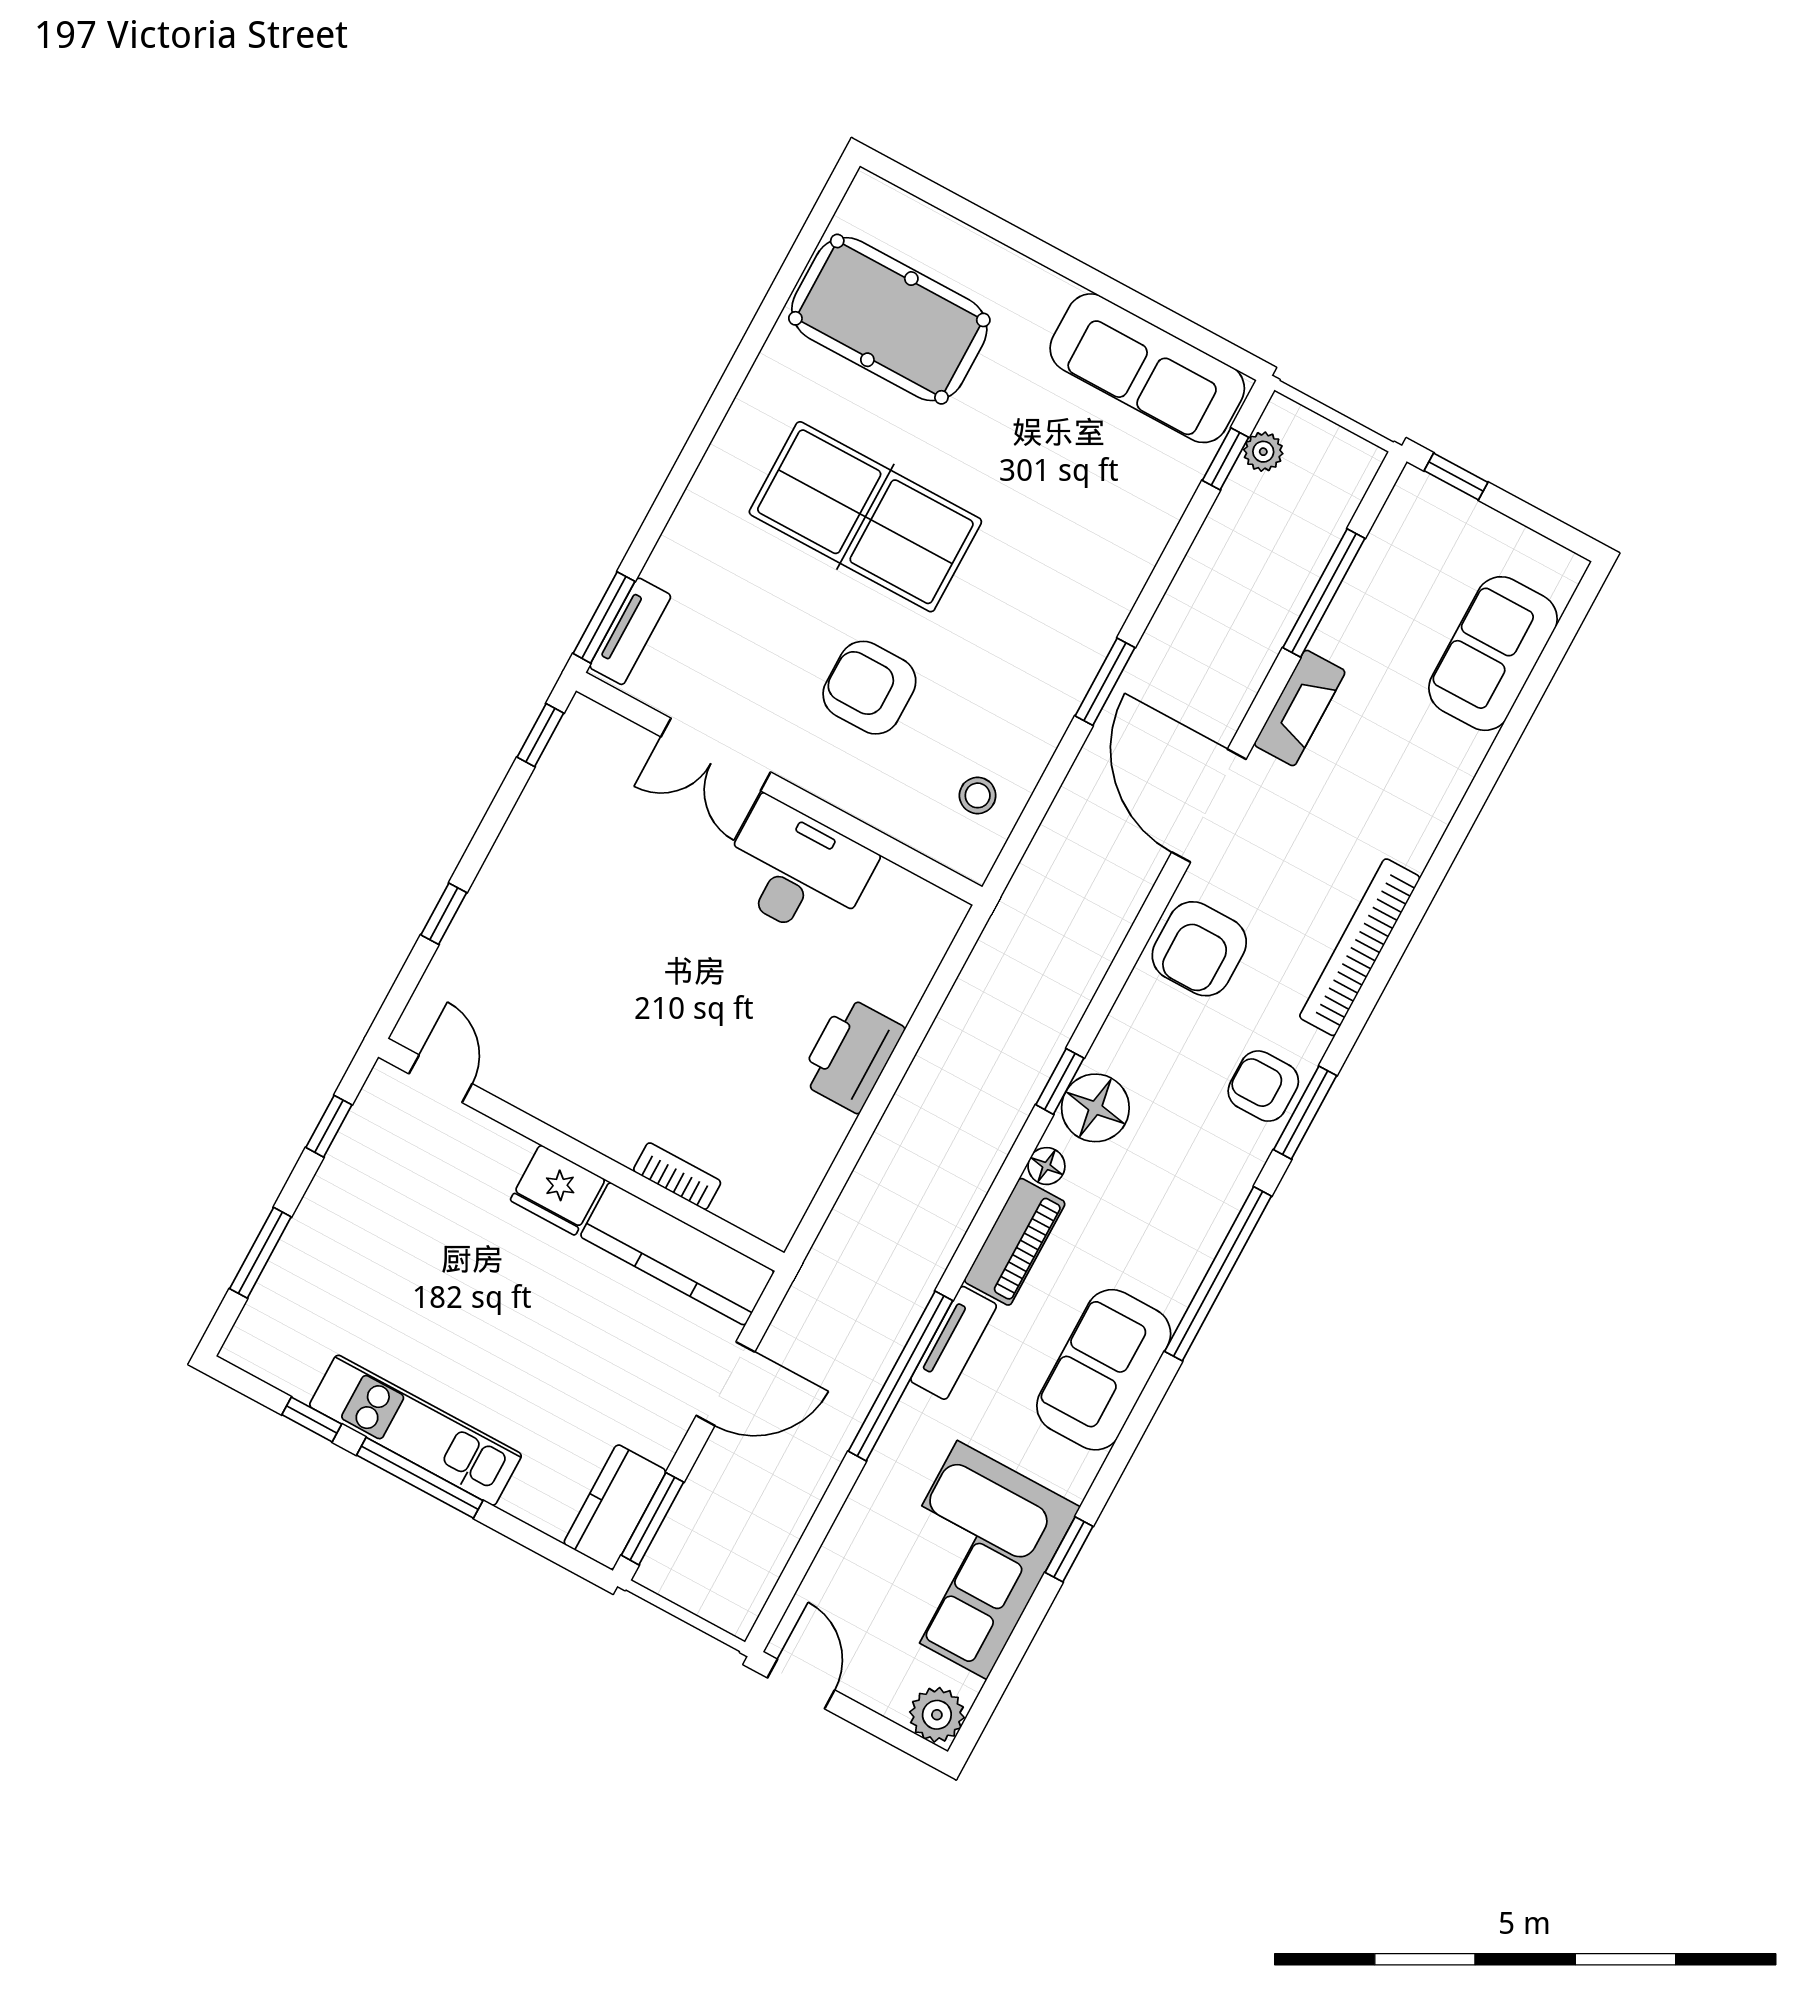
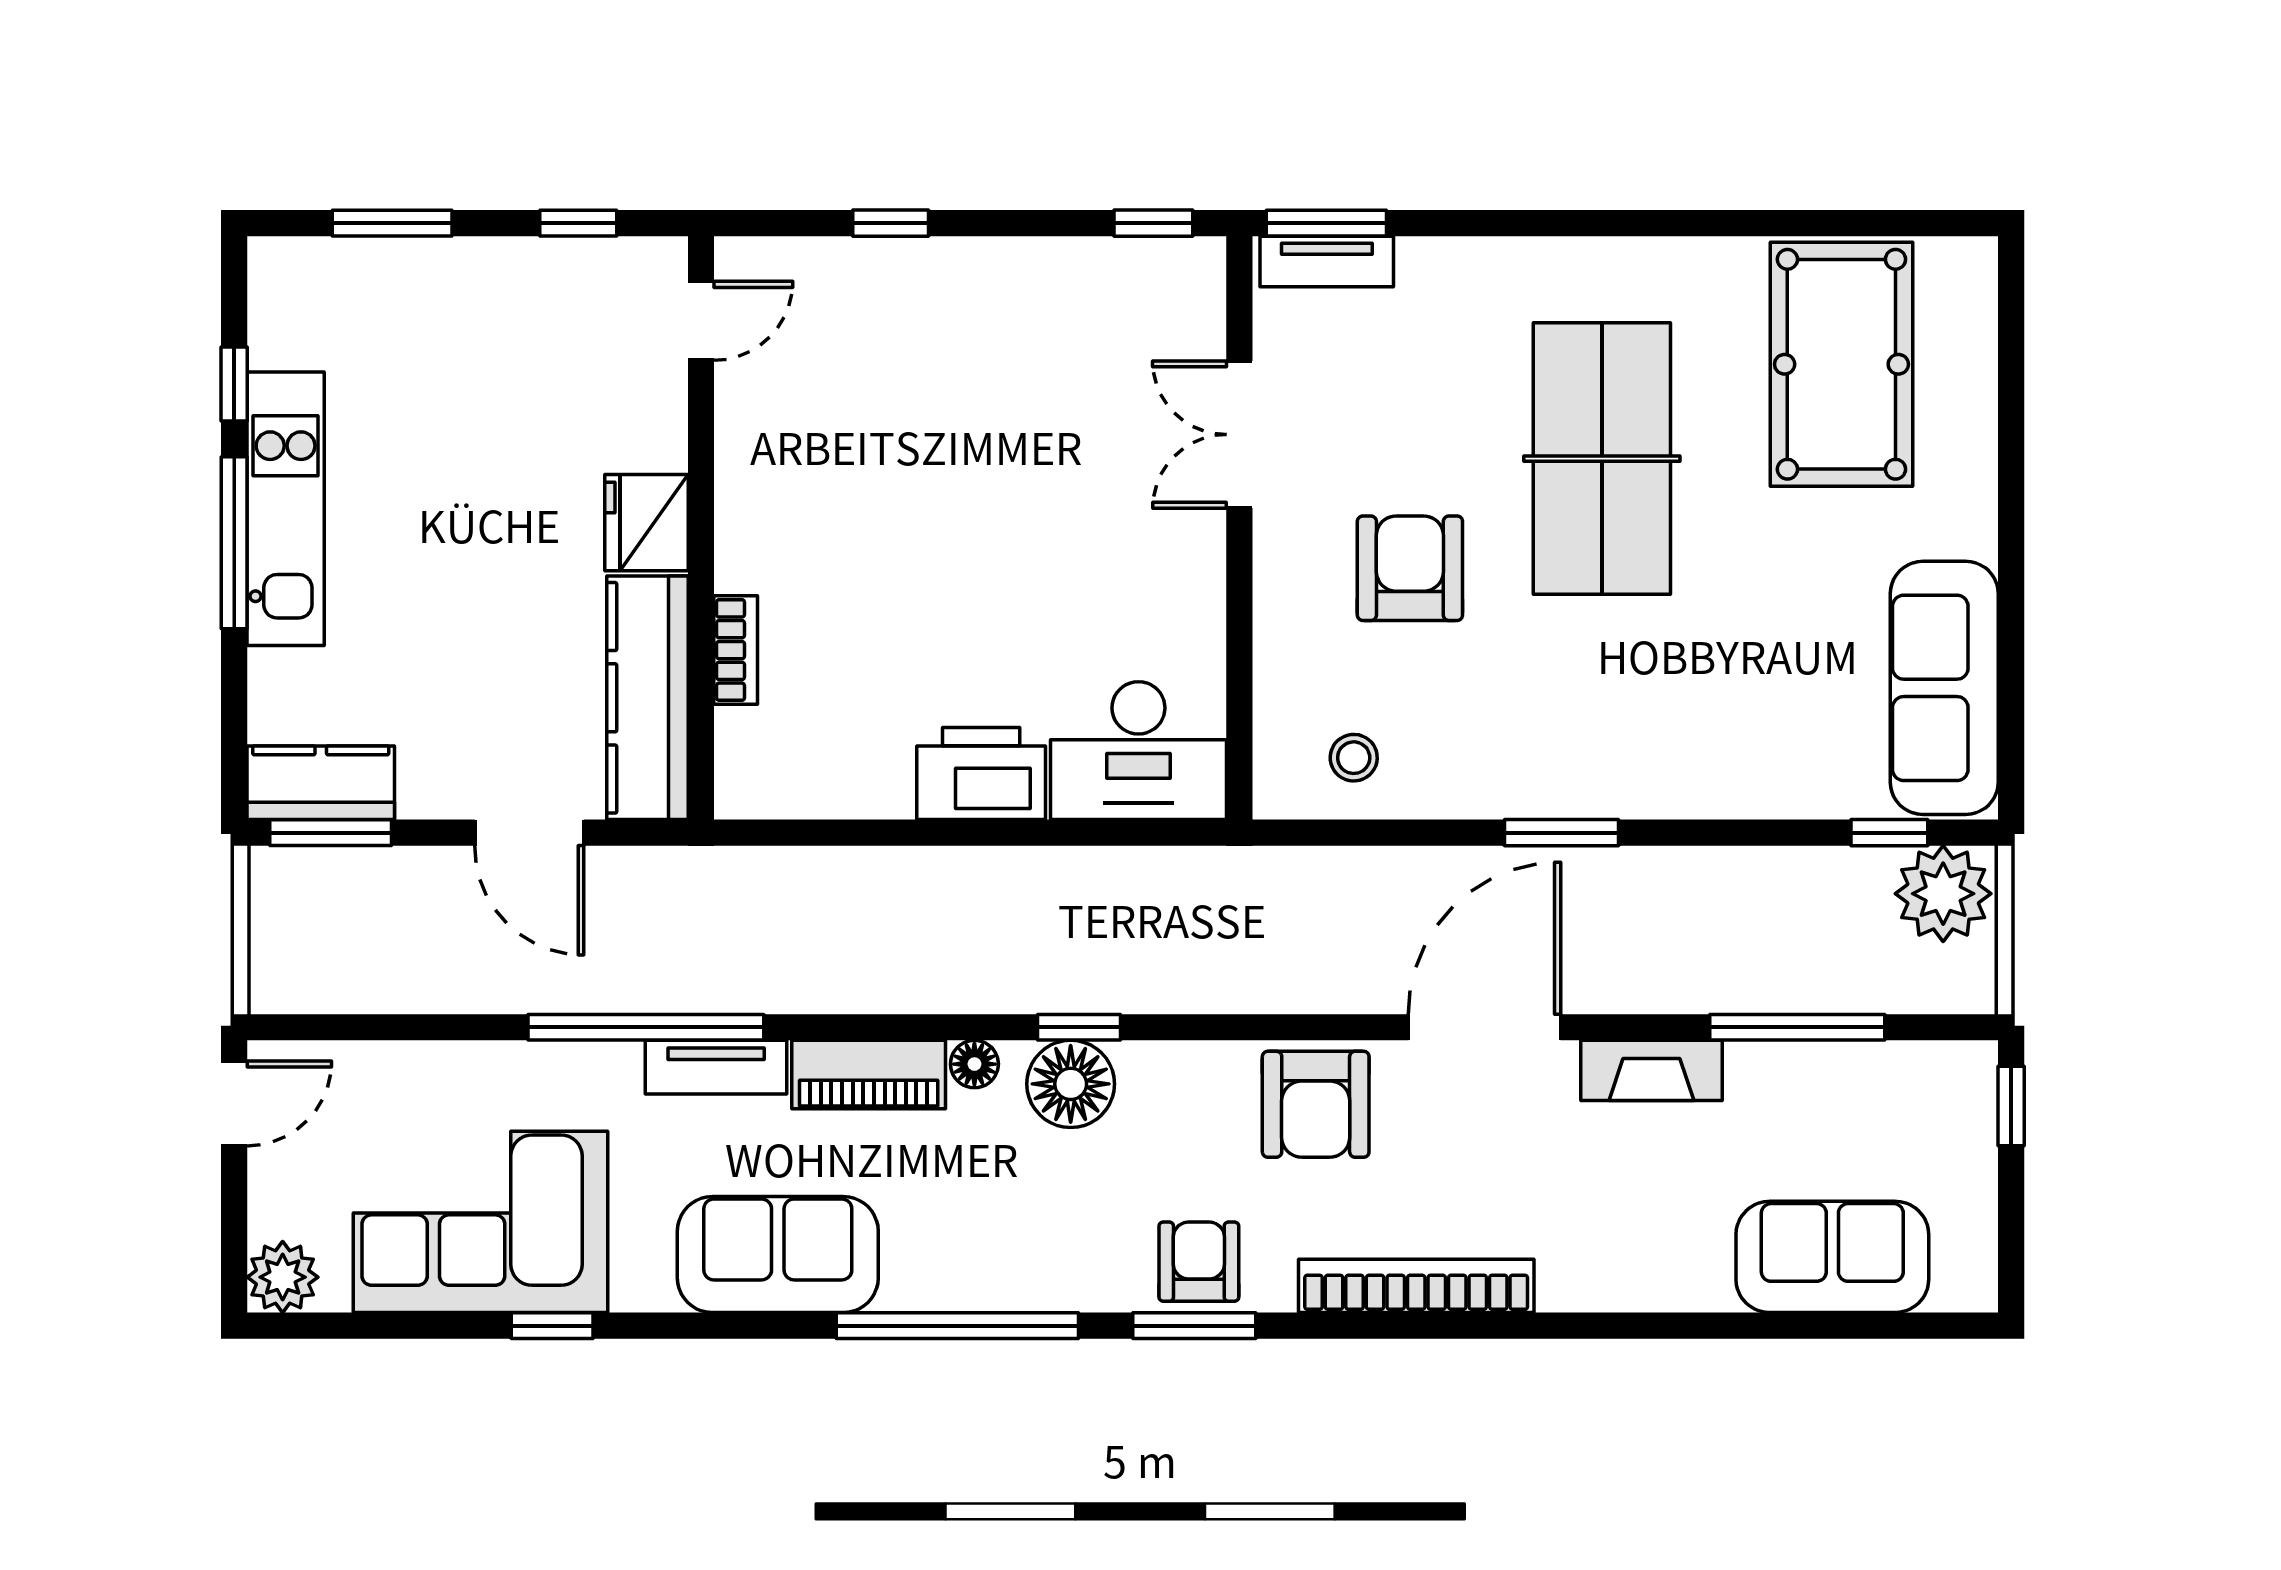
plant: (1263, 452) -> (1943, 894), width x1.88, depth x1.88
desk: (797, 870) -> (1138, 751), moved, turned 90
armchair: (1199, 949) -> (1316, 1104), turned -90

